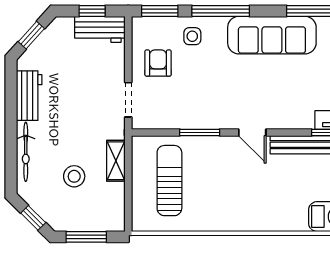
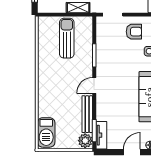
sun lounger: (169, 181) -> (67, 38), turned -90

